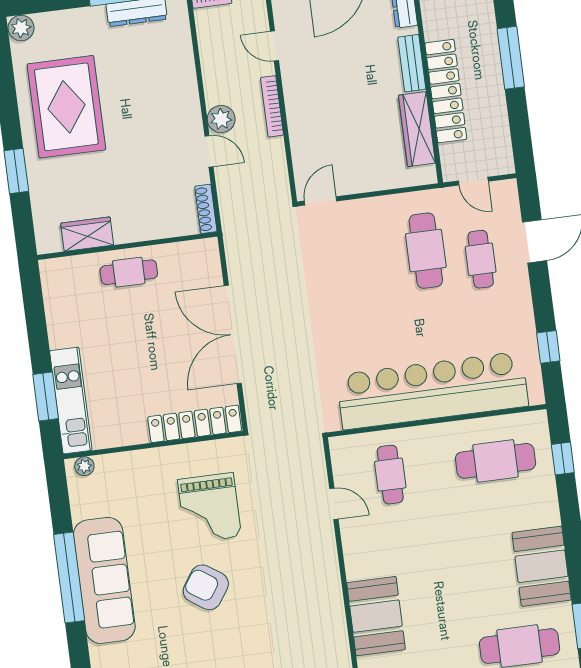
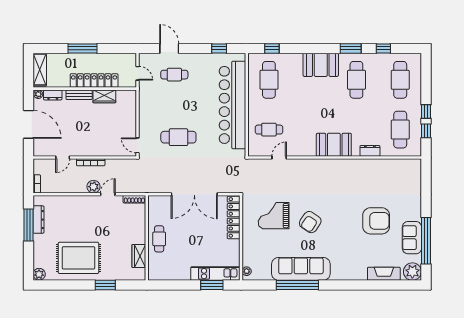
wardrobe: (417, 129) -> (104, 96), width x0.67
door: (473, 181) -> (138, 73), hinge flipped
cafe table: (426, 251) -> (178, 137), moved
grand piano: (209, 508) -> (274, 216), turned 180

